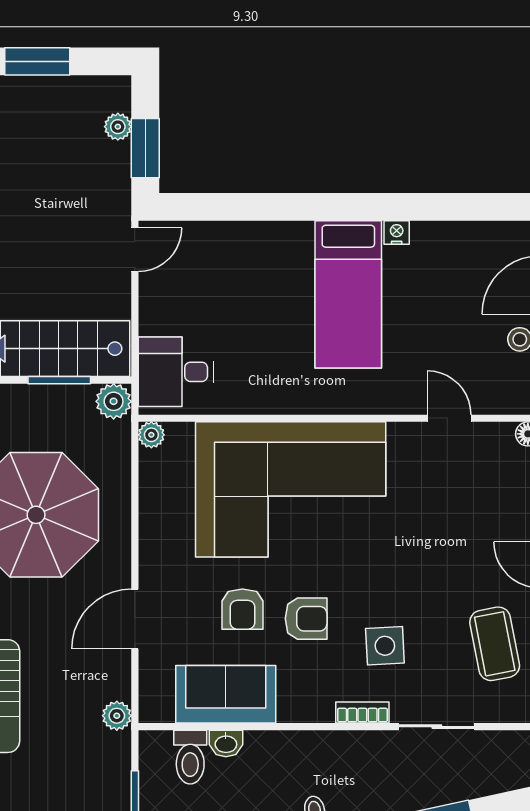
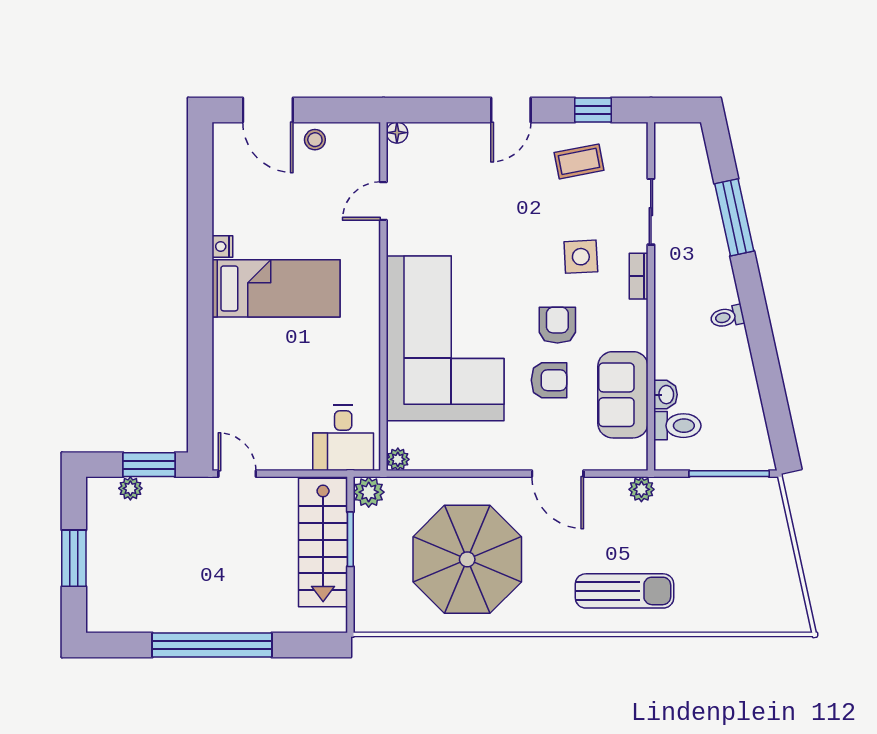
coffee table: (495, 644) -> (579, 161), width x0.73, depth x0.77

